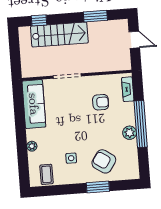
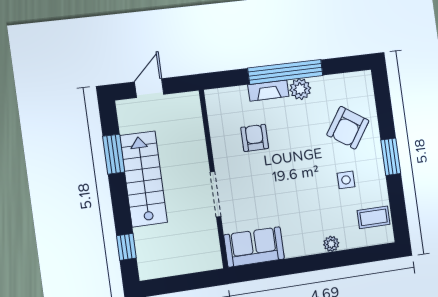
stairs: (59, 35) -> (144, 179), moved
fireplace: (128, 89) -> (268, 91), moved
sofa: (34, 104) -> (254, 247), width x0.73
window: (98, 187) -> (391, 157), moved

